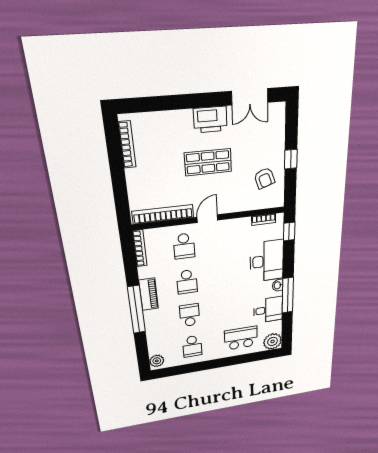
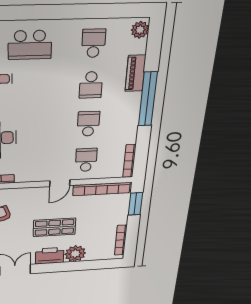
plant: (180, 123) -> (75, 254), added
window: (121, 197) -> (135, 204), added
piano: (149, 294) -> (135, 73), moved

